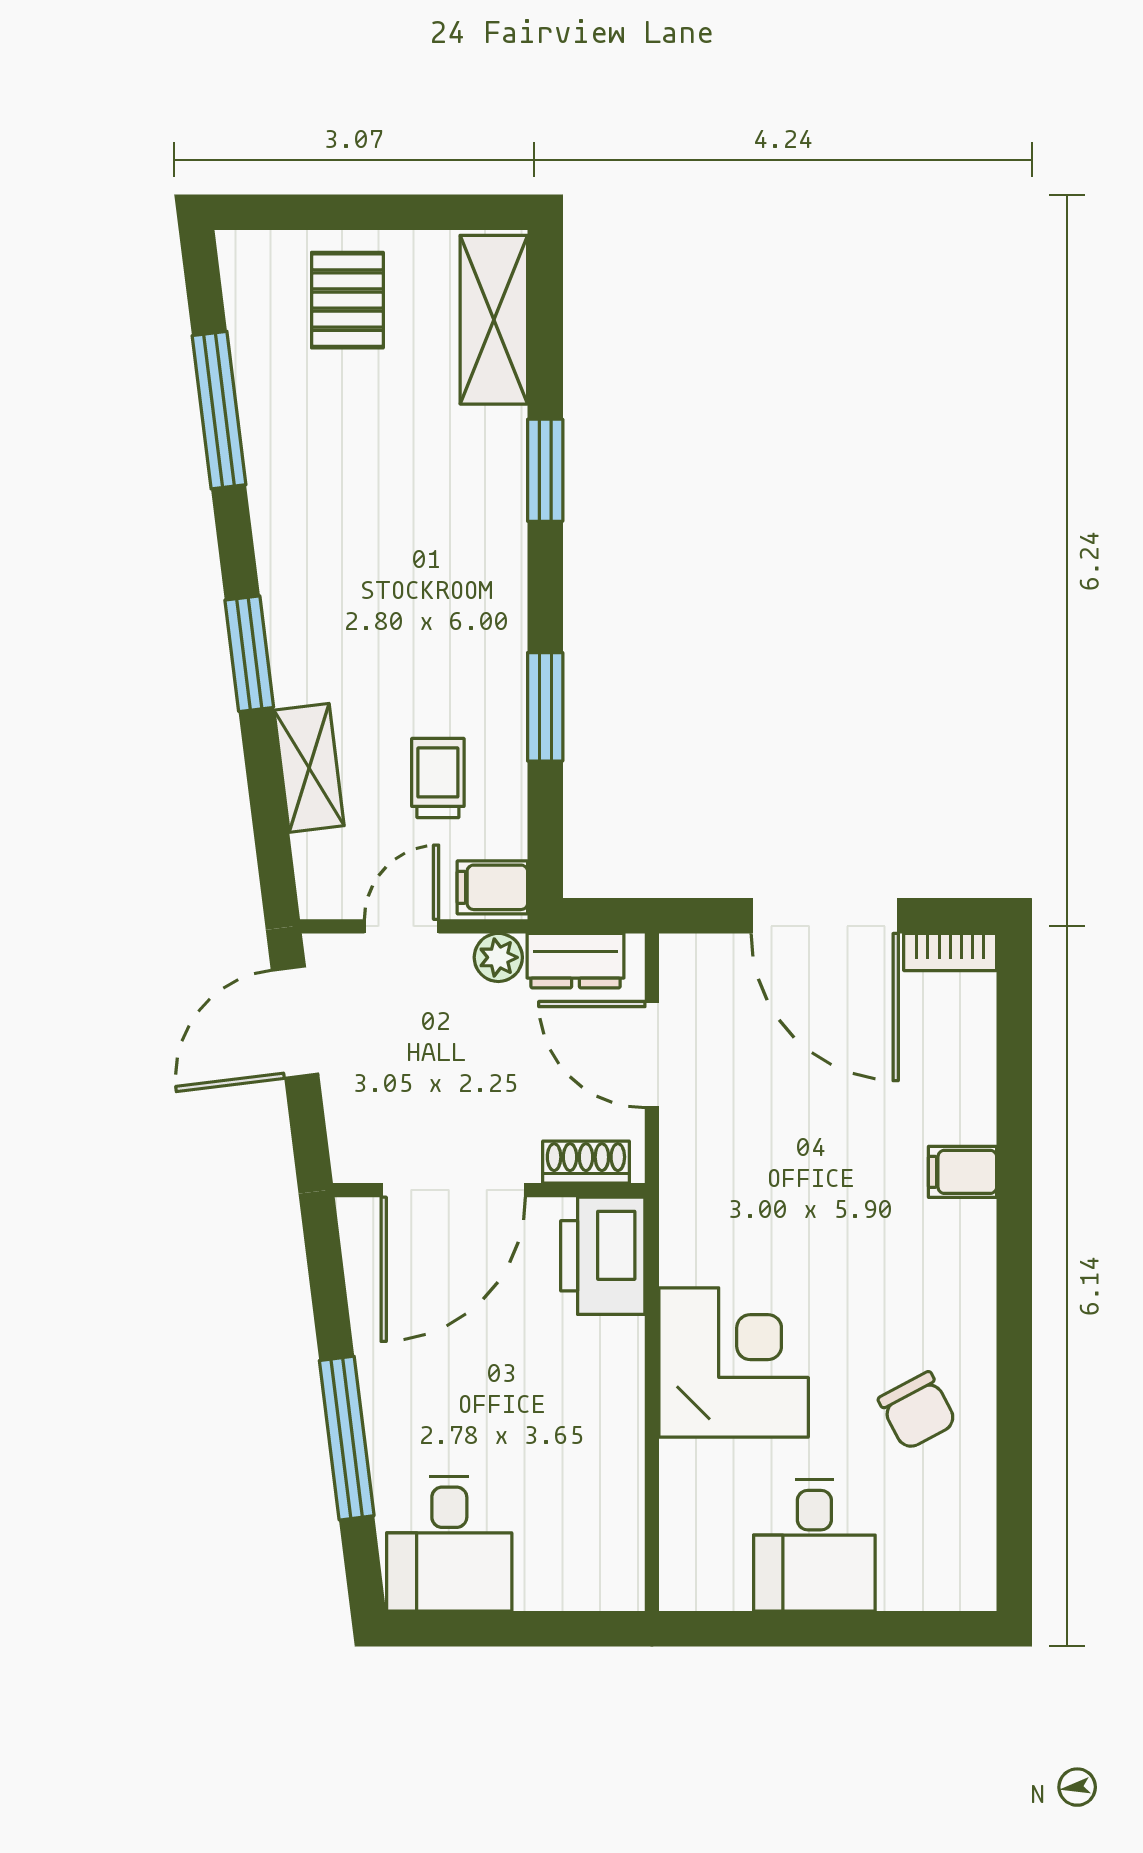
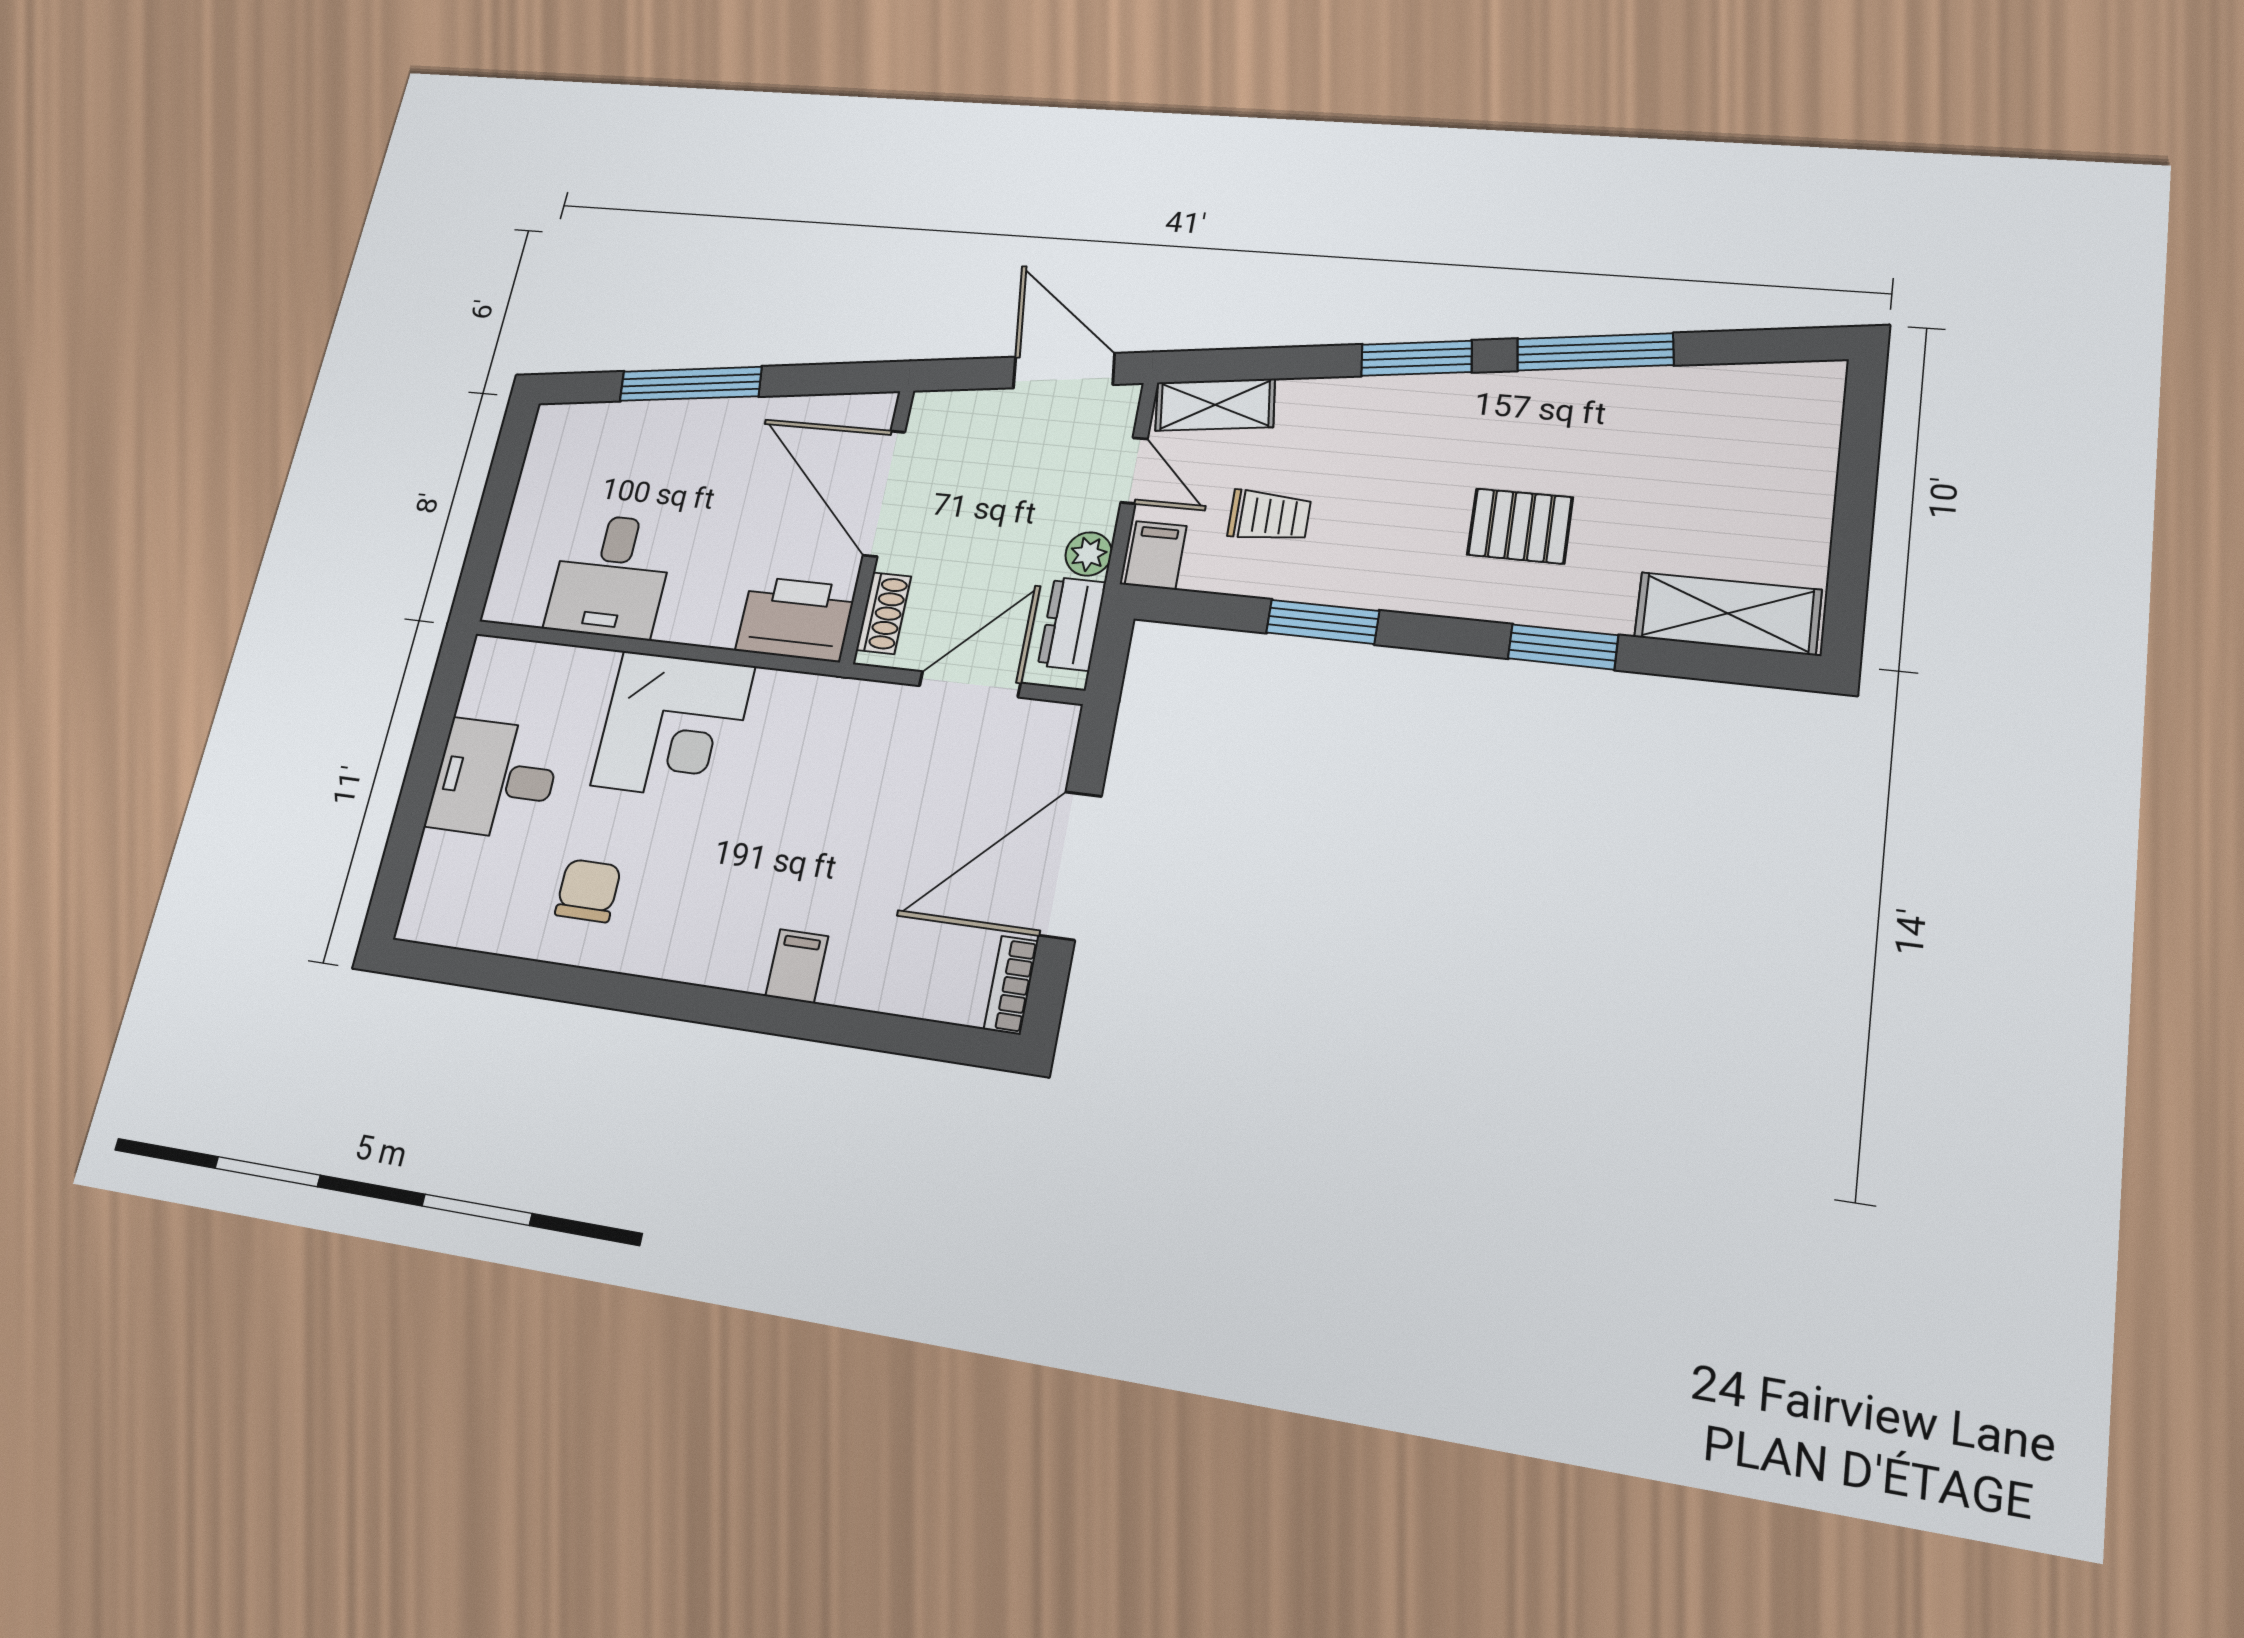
pallet: (347, 300) -> (1520, 526), moved
window: (219, 410) -> (1595, 352), moved
shelving: (309, 768) -> (1215, 405), moved
chair: (917, 1411) -> (588, 891), turned 118
desk: (449, 1544) -> (611, 576), moved, turned -90

